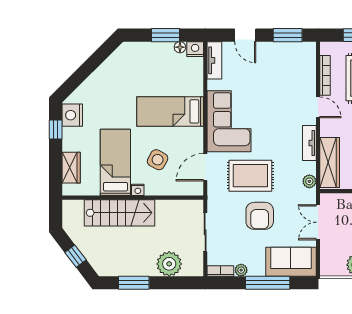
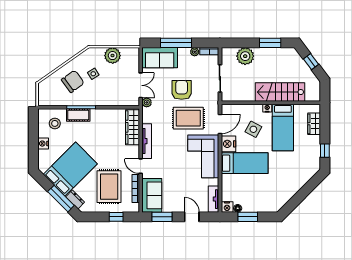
sofa: (302, 66) -> (152, 195), added
nightstand: (72, 115) -> (228, 144), moved, turned 180
tv unit: (309, 143) -> (147, 141), width x1.41
plant: (309, 181) -> (147, 102), moved

